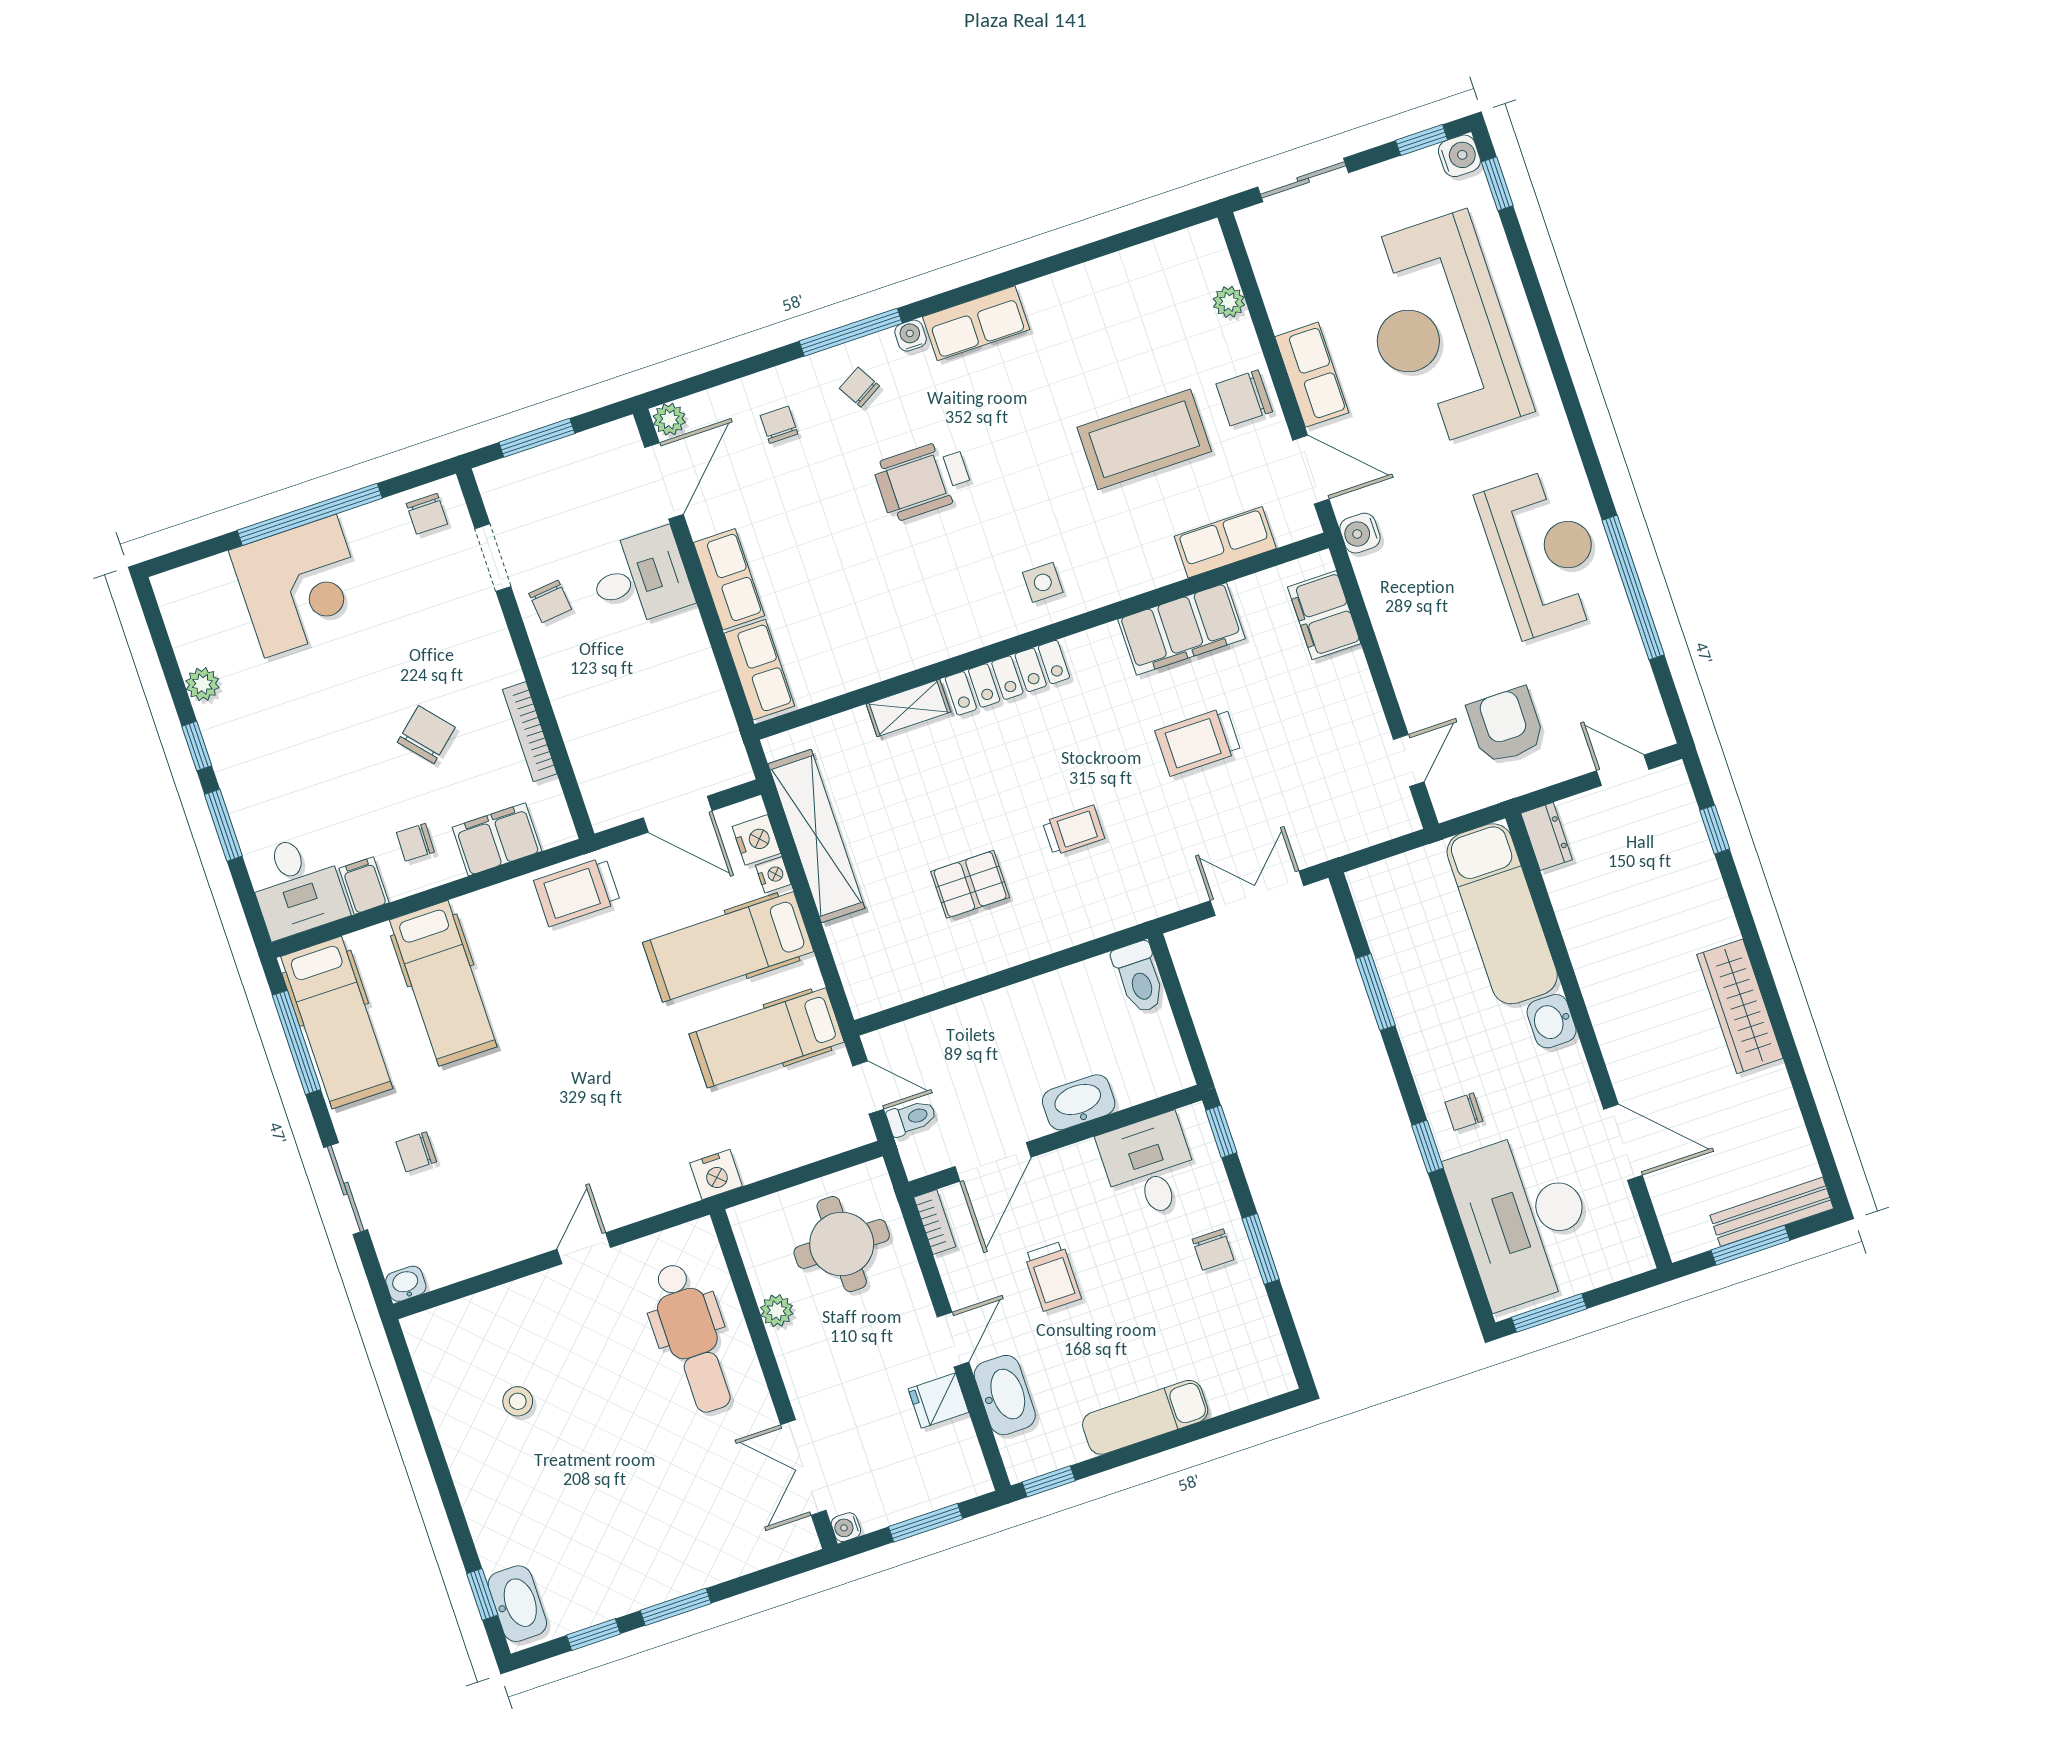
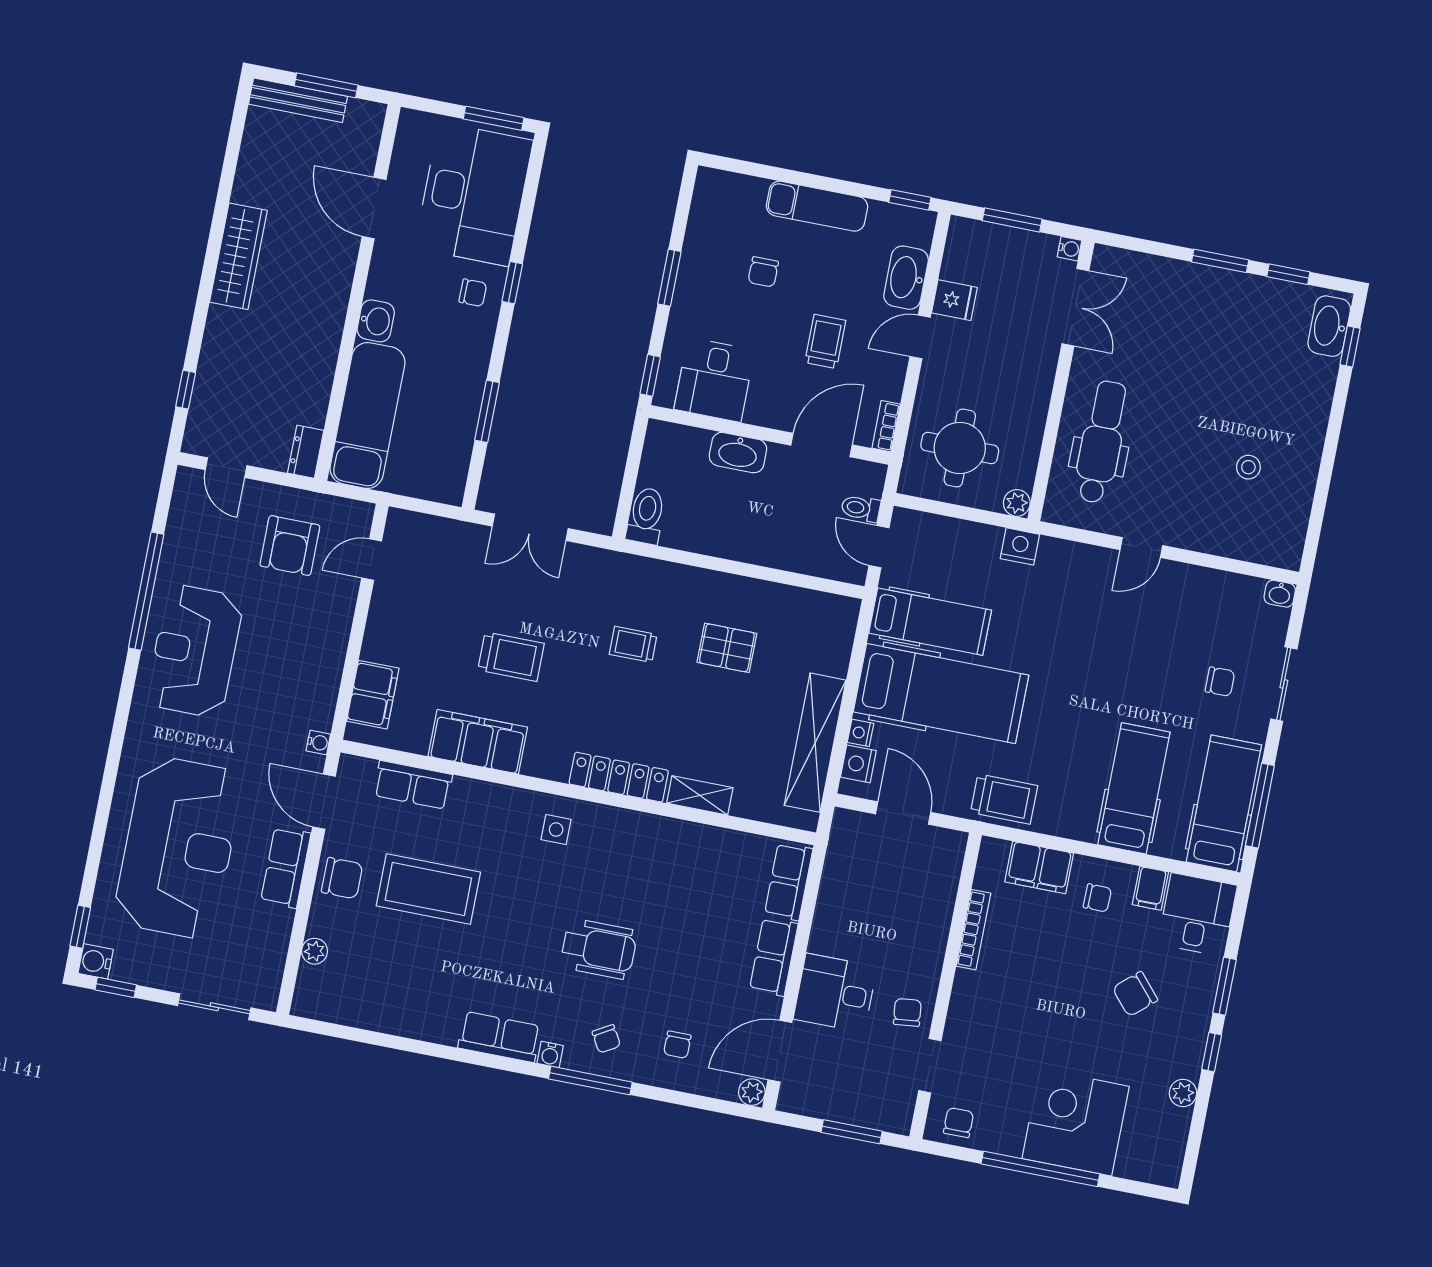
water cooler: (1360, 533) -> (318, 742), width x0.72, depth x0.72
chair: (426, 735) -> (1135, 994), moved
hospital bed: (728, 947) -> (941, 693), width x1.37, depth x1.29
chair: (1213, 1250) -> (763, 272), moved, turned 180
plant: (777, 1311) -> (1017, 503), moved

